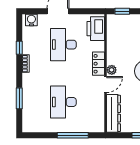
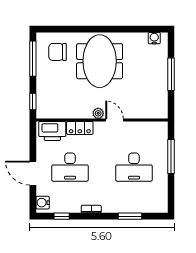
window: (19, 48) -> (62, 216), moved
locker: (98, 64) -> (80, 128), moved
dresser: (114, 113) -> (147, 111), removed

